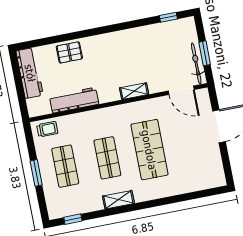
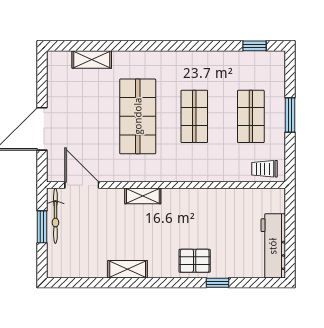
window: (168, 17) -> (218, 283), moved
shelving: (135, 34) -> (128, 269), added
pallet: (69, 52) -> (195, 261), moved
workbench: (74, 100) -> (223, 199), removed
shelving: (118, 200) -> (92, 59), moved

